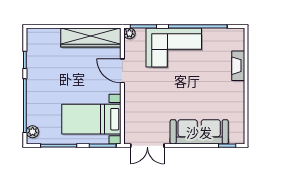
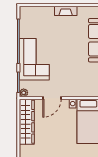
fireplace: (238, 66) -> (66, 11), moved

